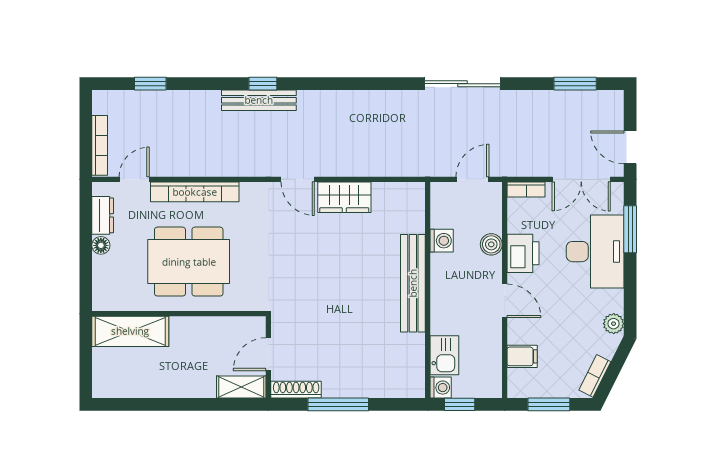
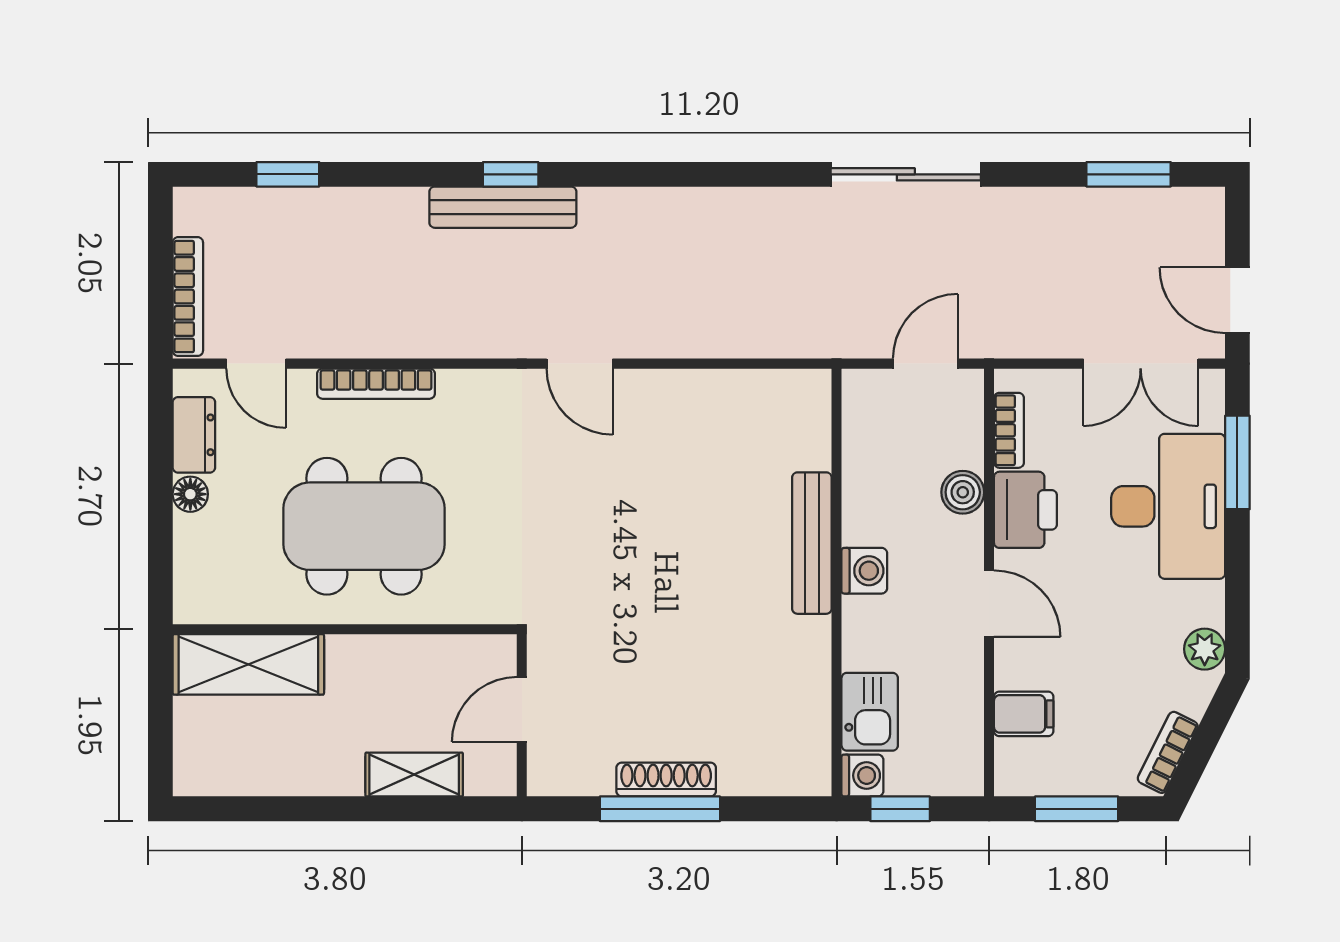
door: (134, 179) -> (256, 364), swing flipped
bookcase: (526, 189) -> (1009, 430), moved, turned -90
bookcase: (195, 192) -> (376, 384), width x0.68, depth x0.76
wardrobe: (344, 197) -> (672, 399), removed
washing machine: (442, 241) -> (864, 571), moved
bench: (413, 283) -> (812, 543), width x0.73, depth x0.82
shelving: (241, 387) -> (414, 775), moved
shoe rack: (296, 390) -> (666, 780), moved

